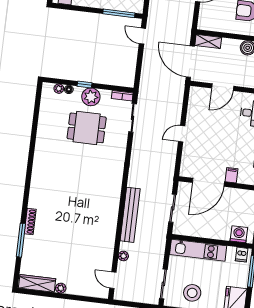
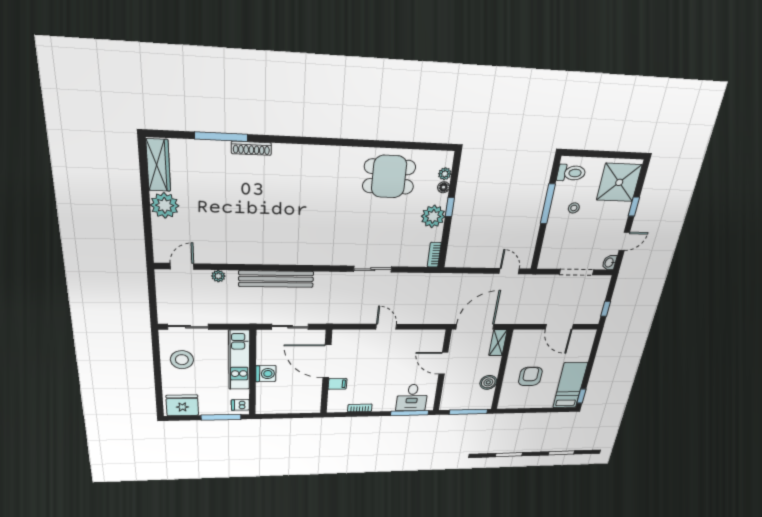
window: (119, 13) -> (548, 204), moved
door: (142, 36) -> (509, 271), hinge flipped
sliding door: (133, 118) -> (373, 269), moved
dining table: (87, 128) -> (389, 177), moved, turned 90
washing machine: (239, 234) -> (266, 374), moved
plant: (61, 288) -> (165, 205), width x1.88, depth x1.88

